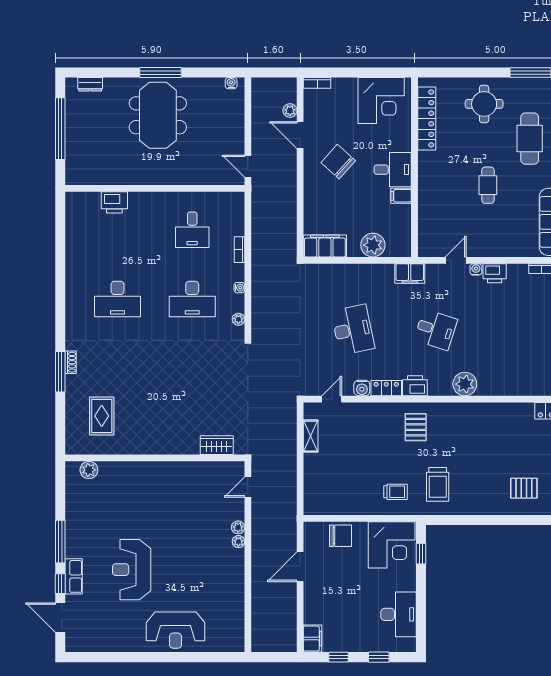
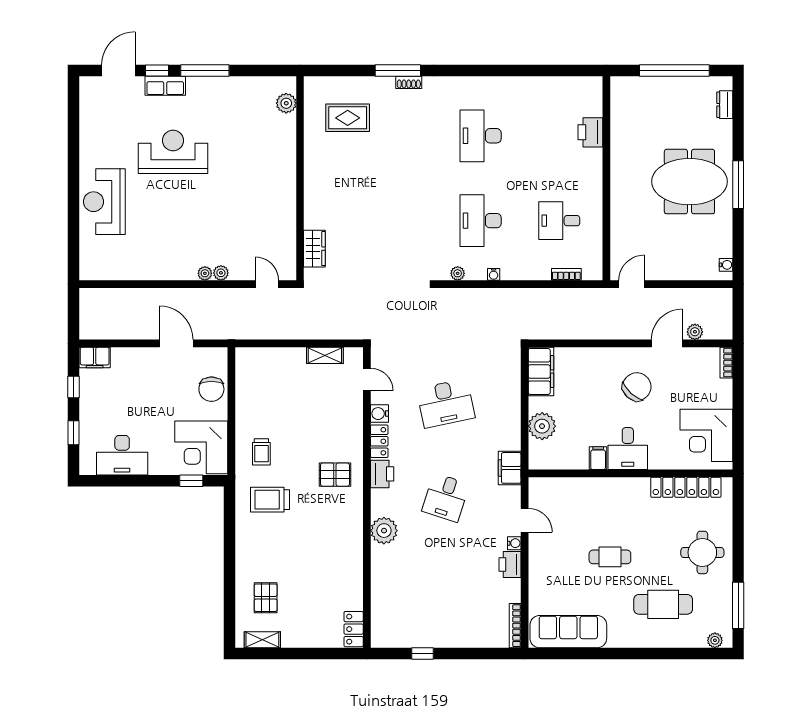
bookcase: (239, 250) -> (566, 274), moved

